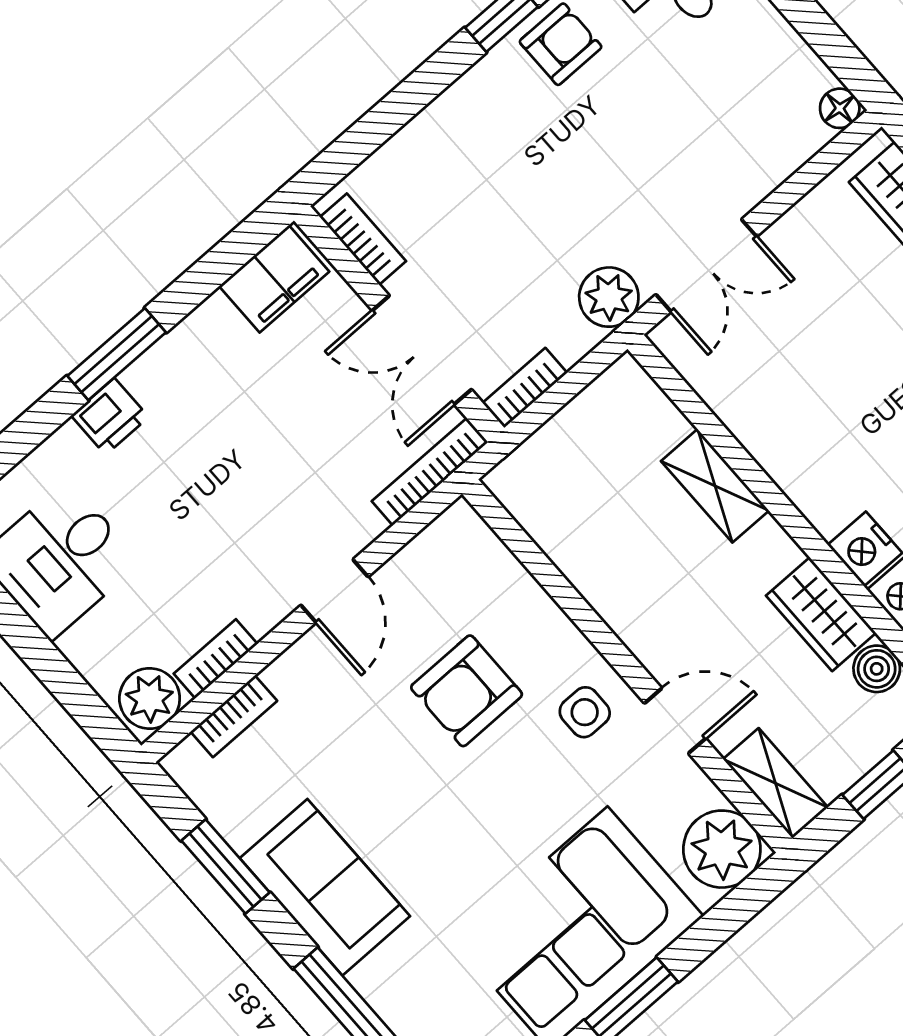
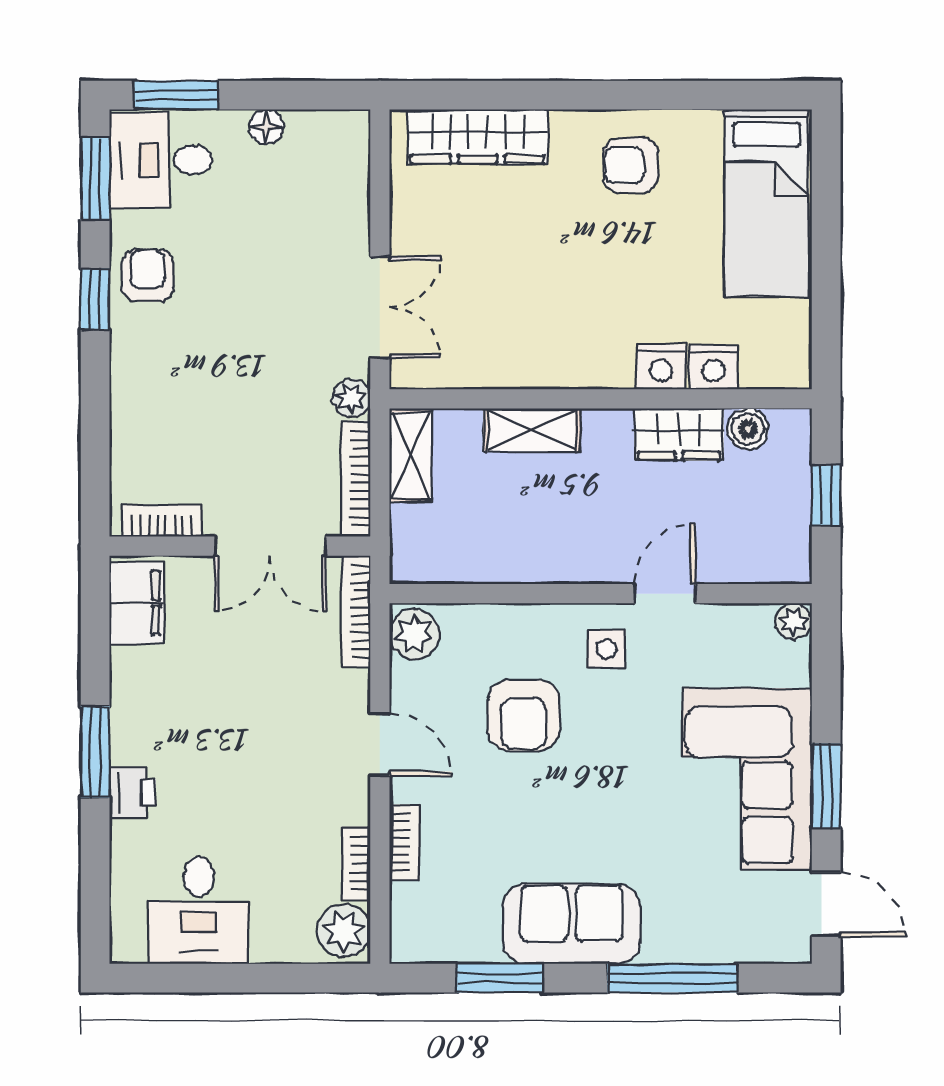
floor lamp: (840, 108) -> (266, 127), moved
plant: (609, 297) -> (351, 398), width x0.73, depth x0.73
bookcase: (525, 388) -> (356, 479), width x1.56
plant: (454, 538) -> (414, 634), added
bookcase: (234, 716) -> (405, 842), moved
shelving: (776, 783) -> (410, 455), moved, turned 90
plant: (722, 849) -> (794, 621), width x0.53, depth x0.53

